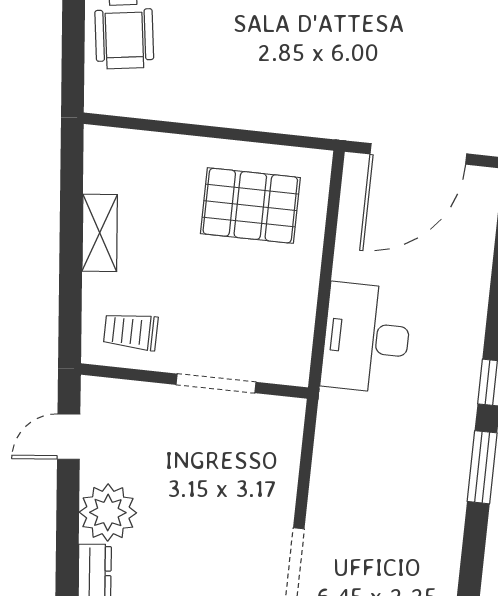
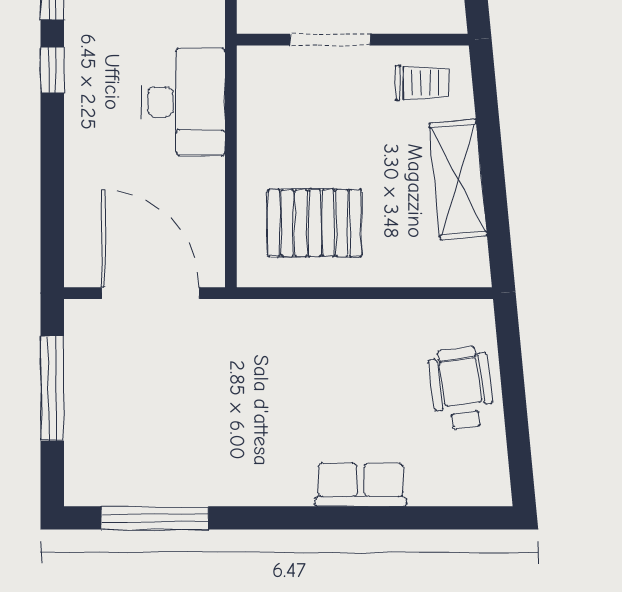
door: (418, 154) -> (151, 293), hinge flipped
shelving: (100, 233) -> (458, 180), width x1.50, depth x1.33

